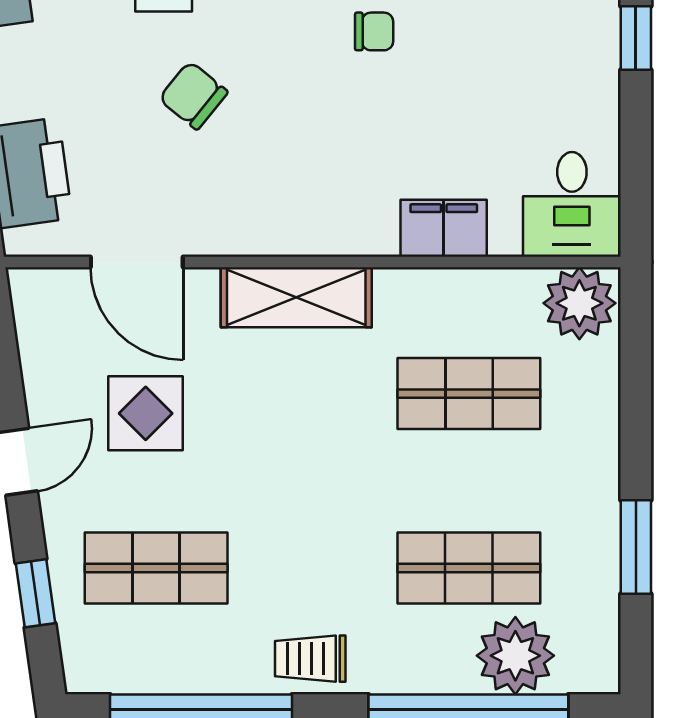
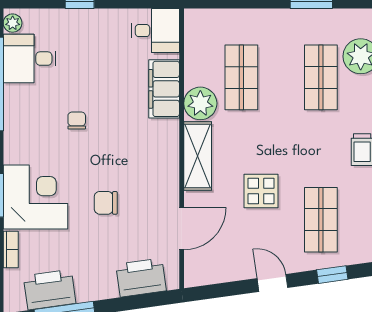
chair: (193, 95) -> (106, 203), turned 51
filing cabinet: (444, 228) -> (164, 89), width x1.50, depth x1.17
plant: (579, 303) -> (200, 103), moved
display table: (146, 413) -> (261, 191), moved

